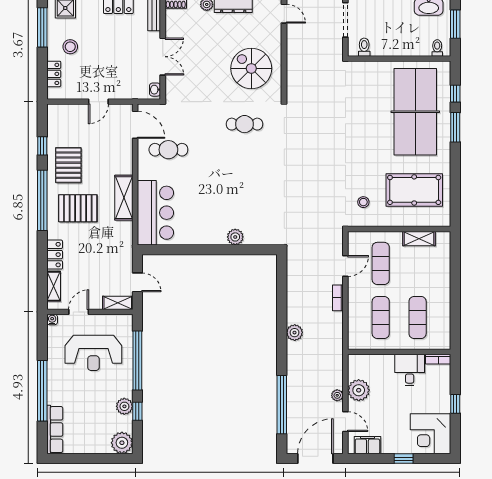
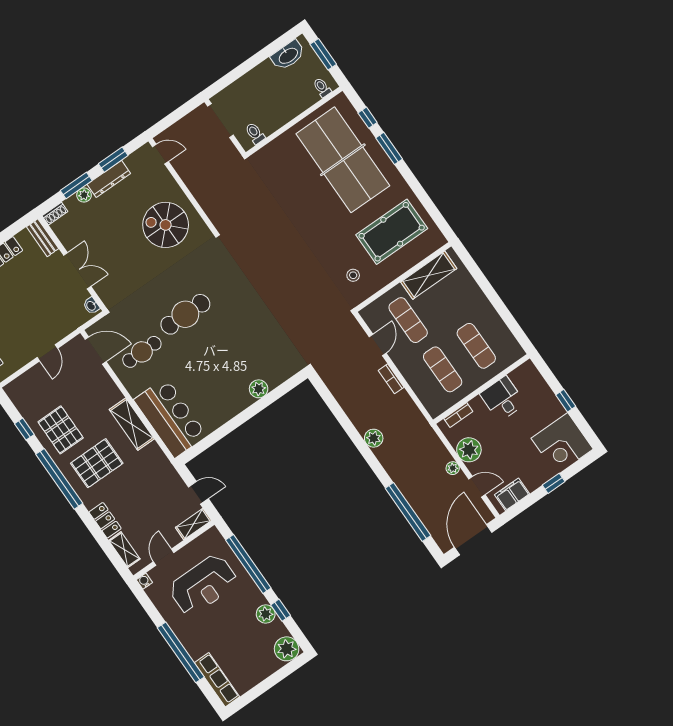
cafe table: (244, 124) -> (185, 314), moved, width x1.37, depth x1.35
shelving: (419, 239) -> (429, 275), width x1.50, depth x1.33
bookcase: (438, 359) -> (458, 415), moved

